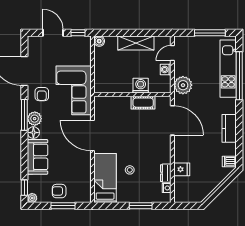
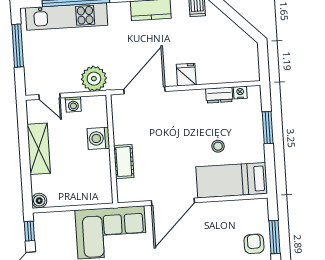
cot: (143, 103) -> (124, 162), moved
fridge: (182, 169) -> (186, 75), moved
armchair: (59, 191) -> (254, 244), turned 180

